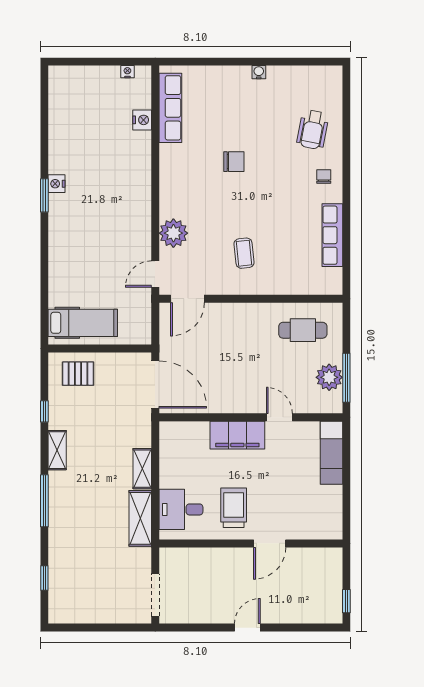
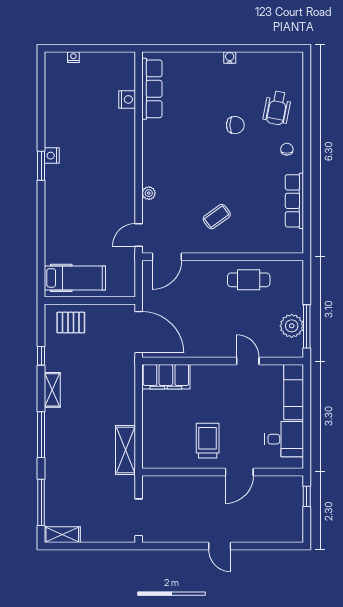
nightstand: (127, 72) -> (73, 57), moved
chair: (234, 162) -> (235, 125), moved
plant: (173, 233) -> (149, 193), width x0.53, depth x0.53
coffee table: (244, 253) -> (217, 217), turned 60
cafe table: (303, 330) -> (249, 280), moved
filing cabinet: (237, 435) -> (166, 377), moved
shelving: (142, 469) -> (62, 535), moved, turned 90
desk: (181, 509) -> (284, 439), moved, turned 180
window: (44, 578) -> (41, 502), width x2.17
window: (346, 601) -> (307, 496), moved
door: (247, 628) -> (220, 546), swing flipped

